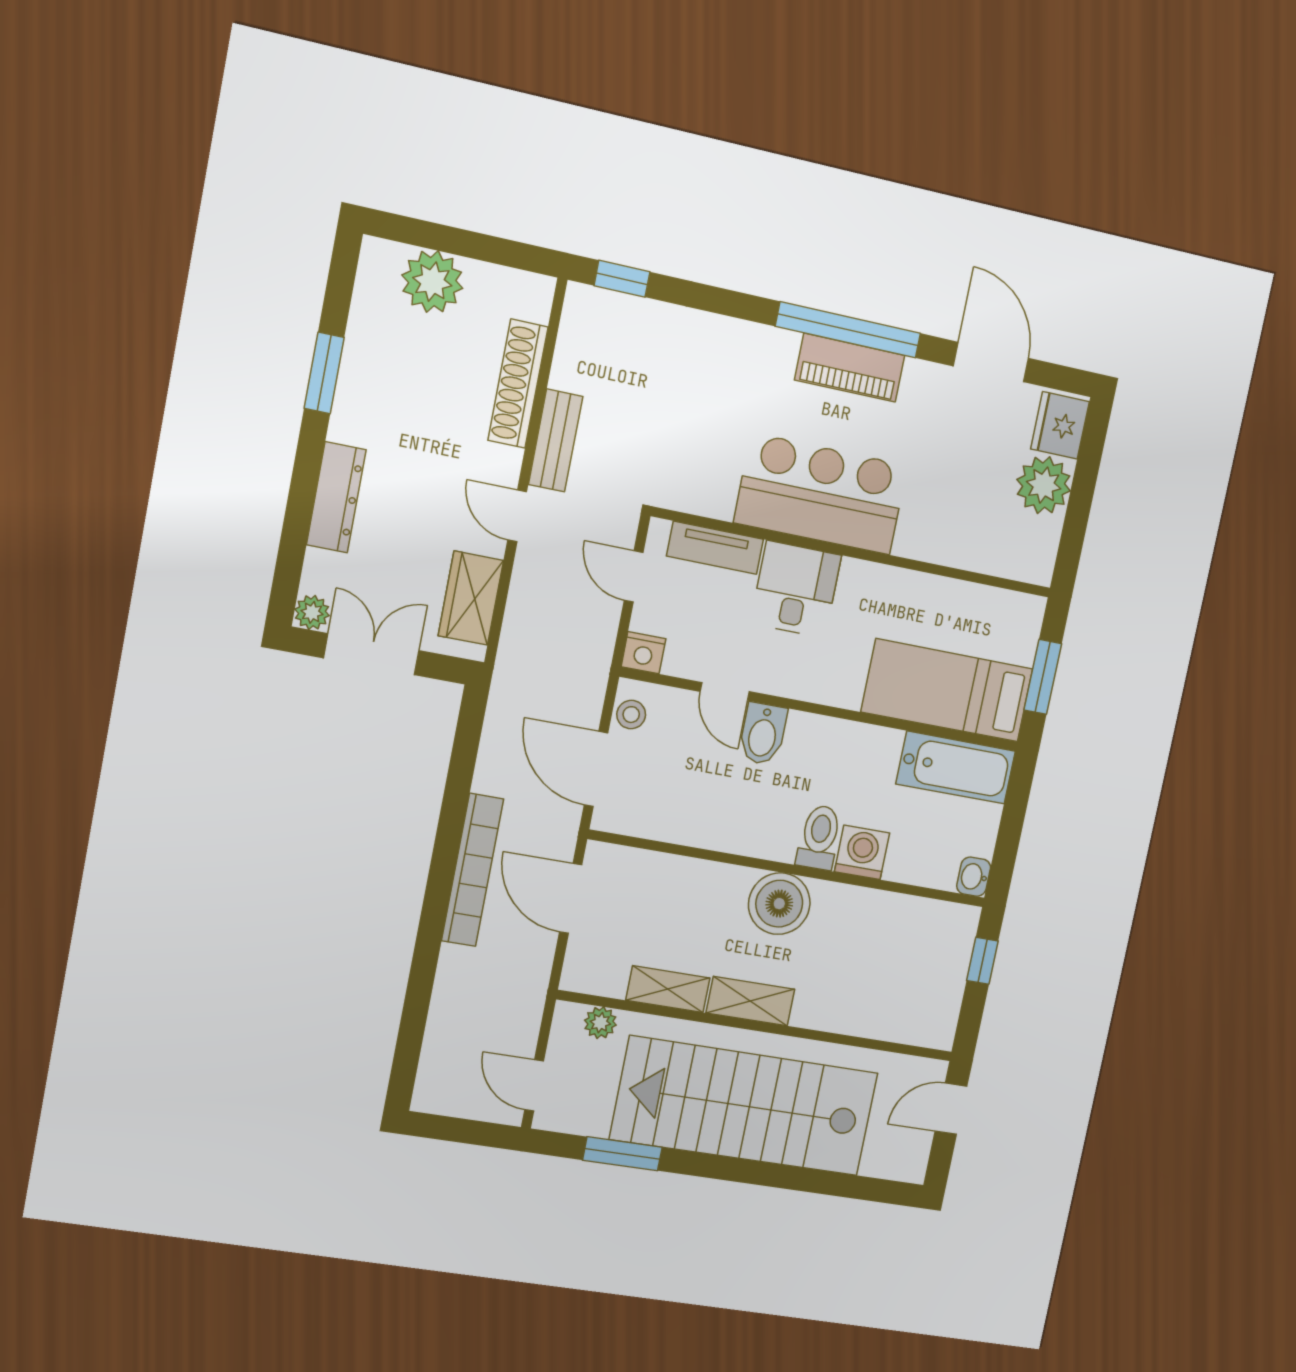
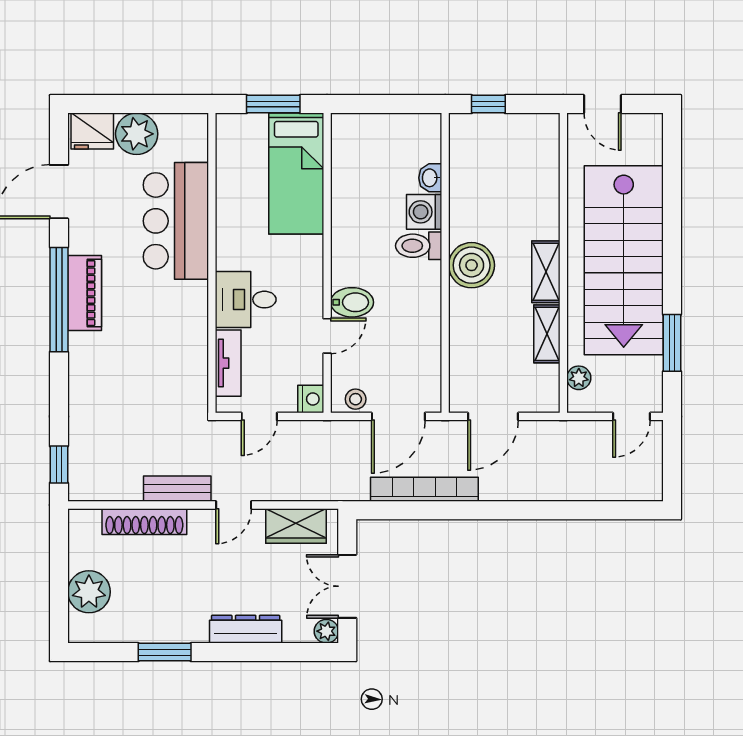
bar counter: (821, 494) -> (176, 221), moved
bathtub: (956, 768) -> (351, 155), removed
bookcase: (472, 870) -> (424, 489), moved
washbasin: (974, 877) -> (430, 178), moved, turned 90

